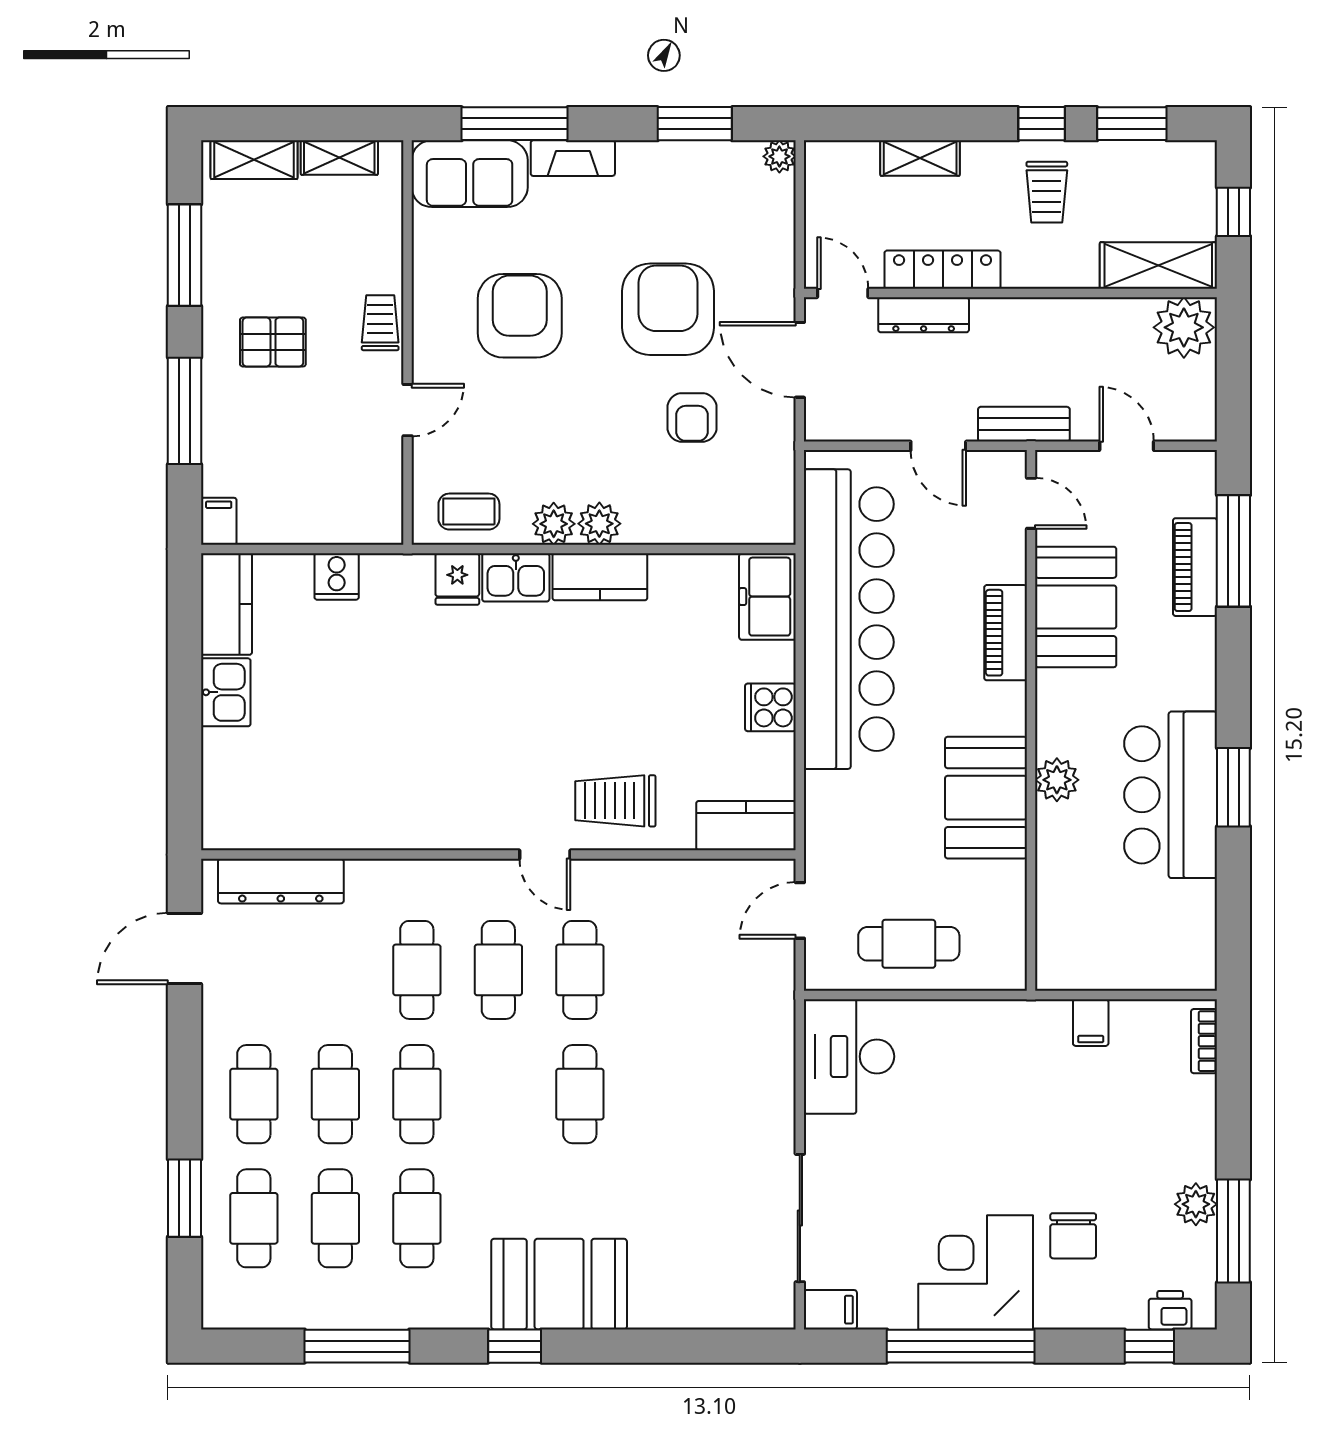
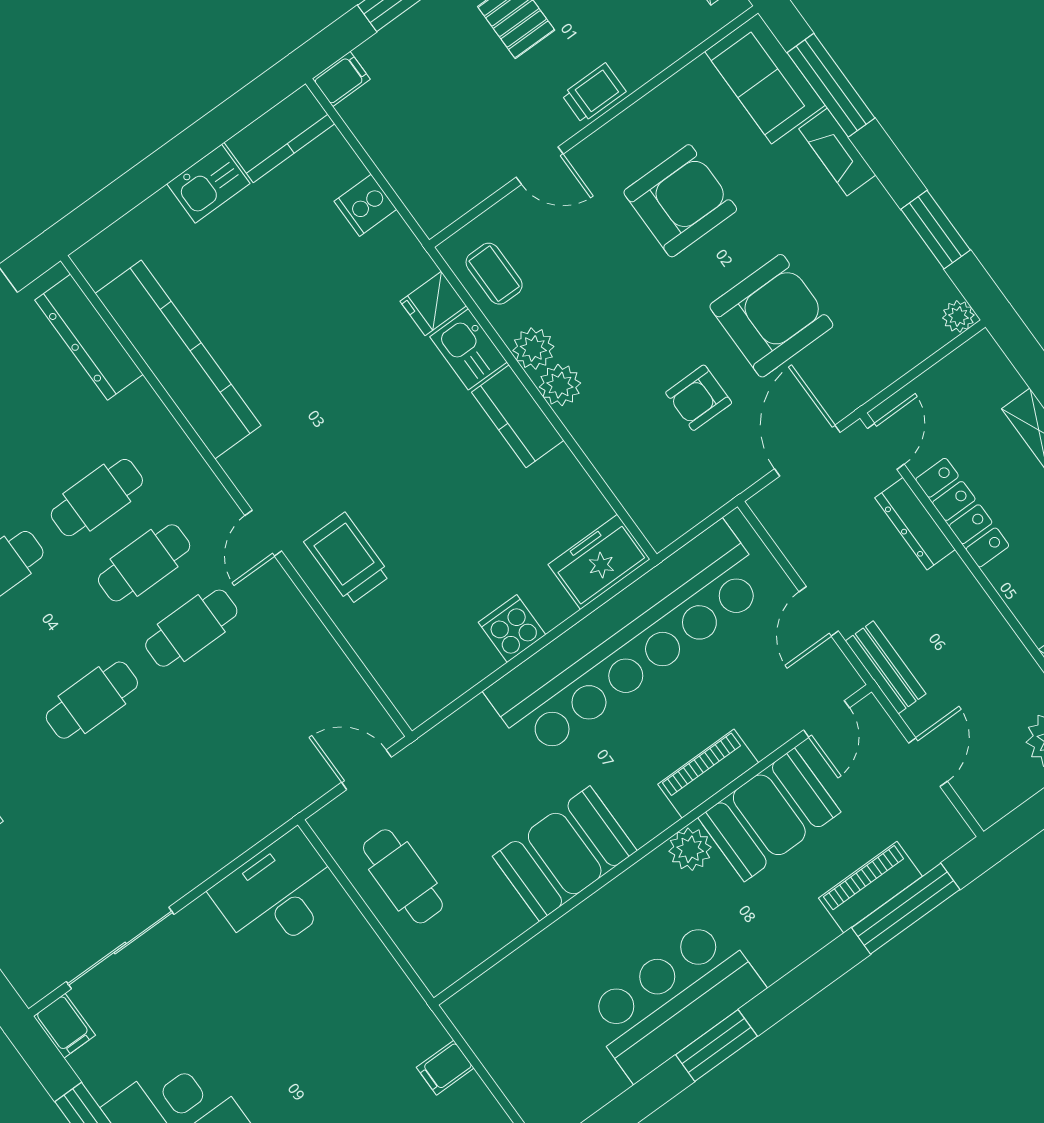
plant: (1057, 780) -> (690, 849), moved
kitchen counter: (746, 826) -> (178, 359), moved, width x2.08, depth x1.17

